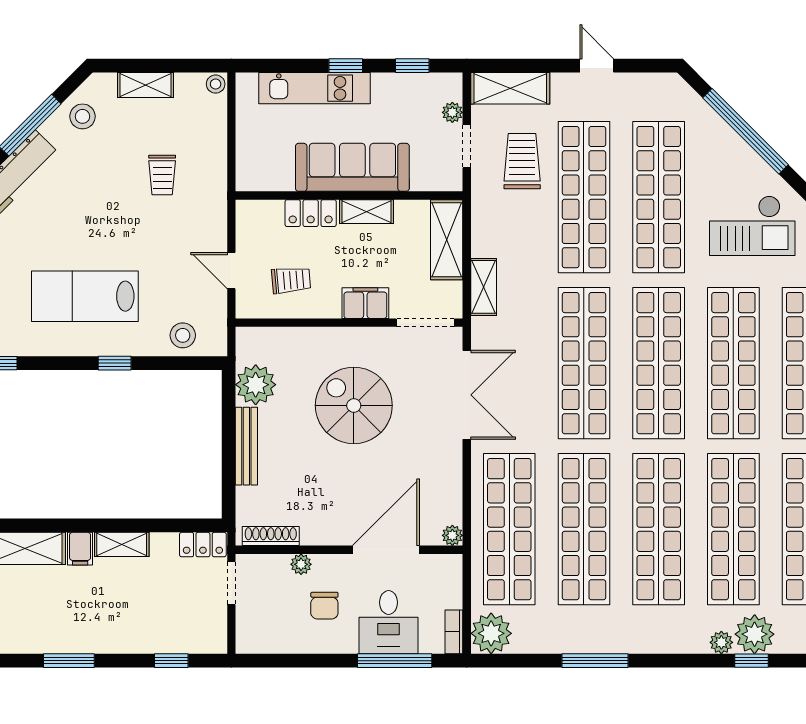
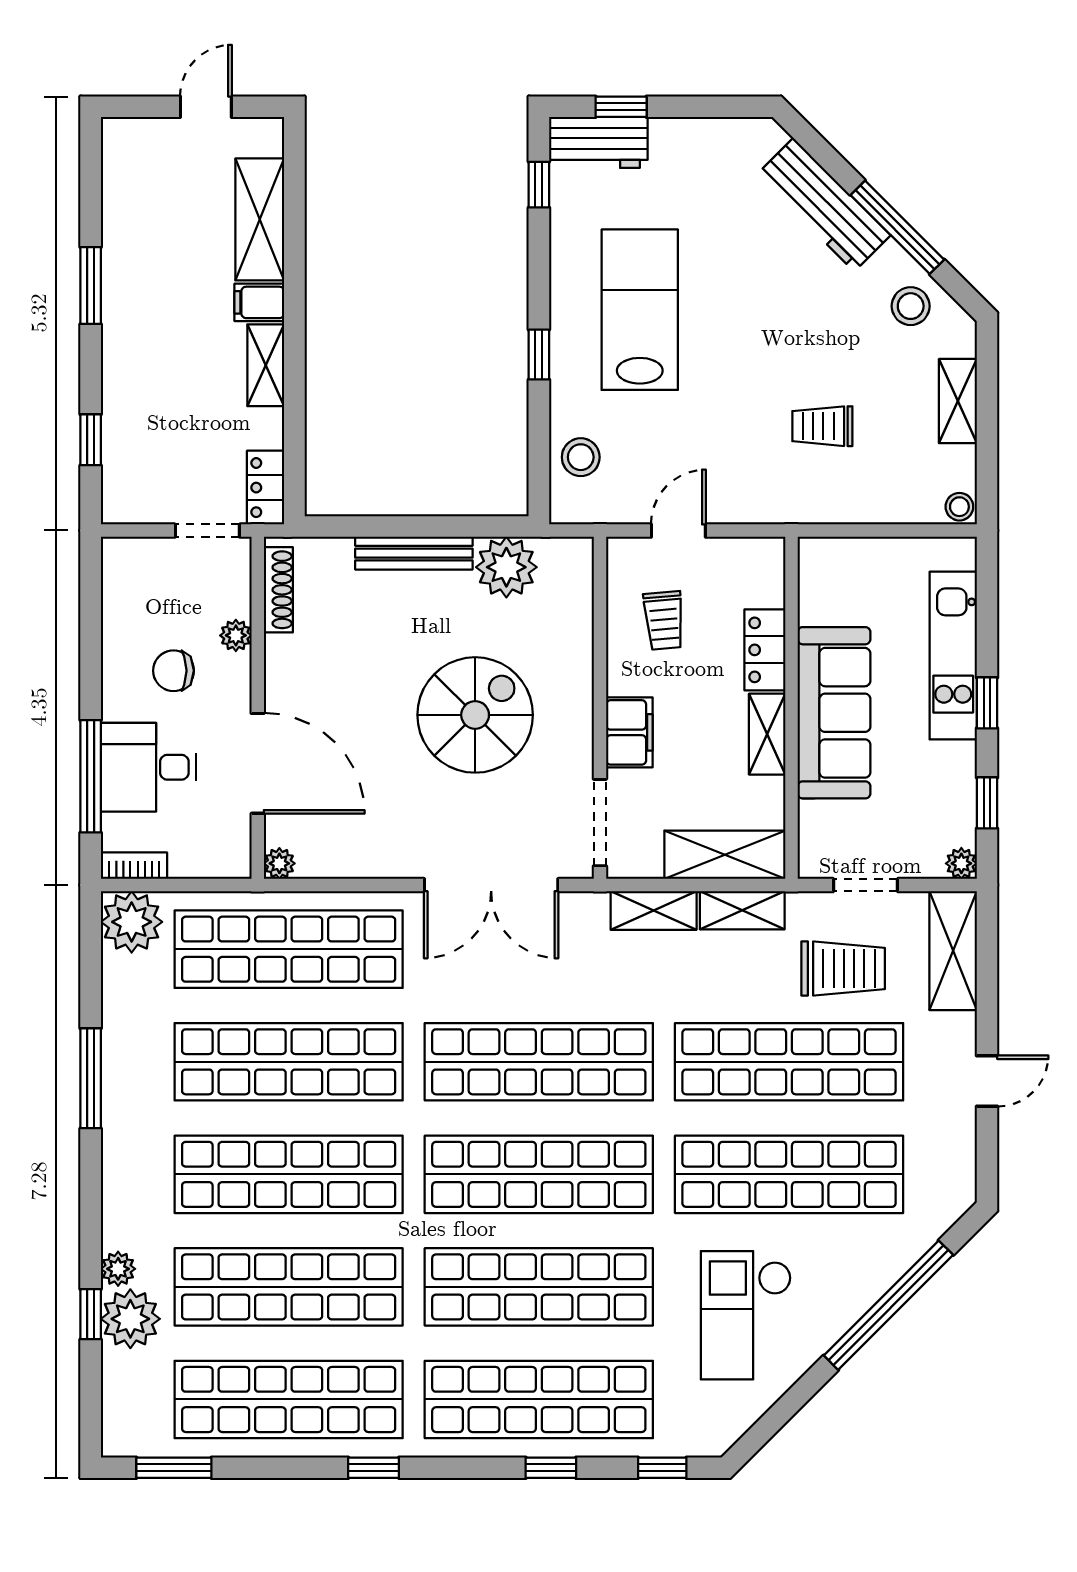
plant: (452, 112) -> (961, 863), moved
shelving: (483, 228) -> (742, 910), added

